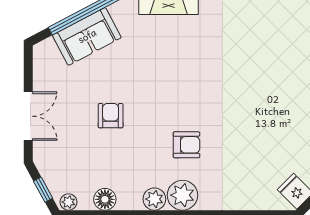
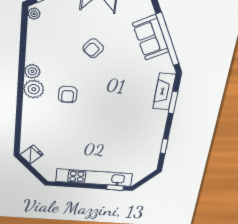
armchair: (111, 116) -> (93, 48), turned 129
floor lamp: (105, 199) -> (34, 39), removed

